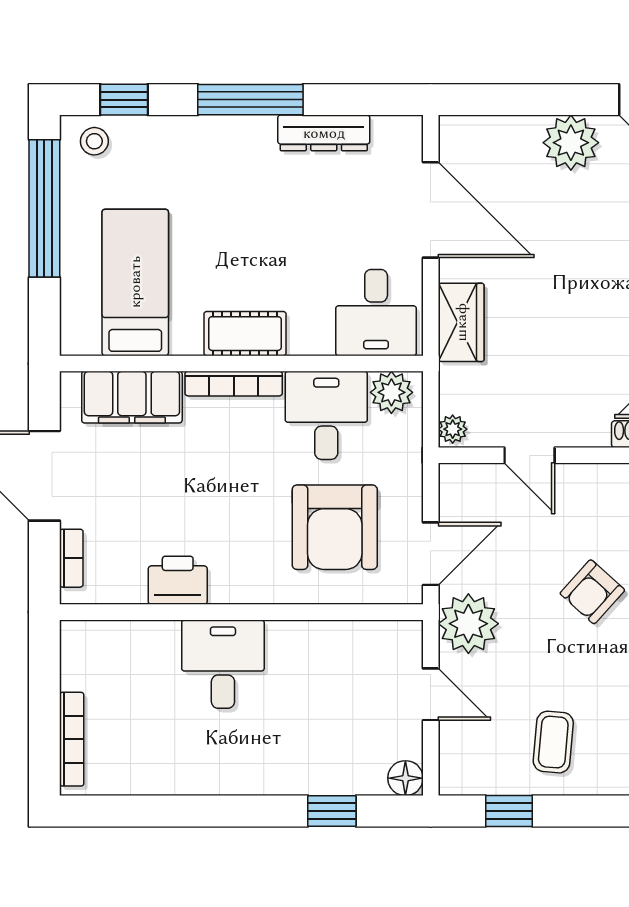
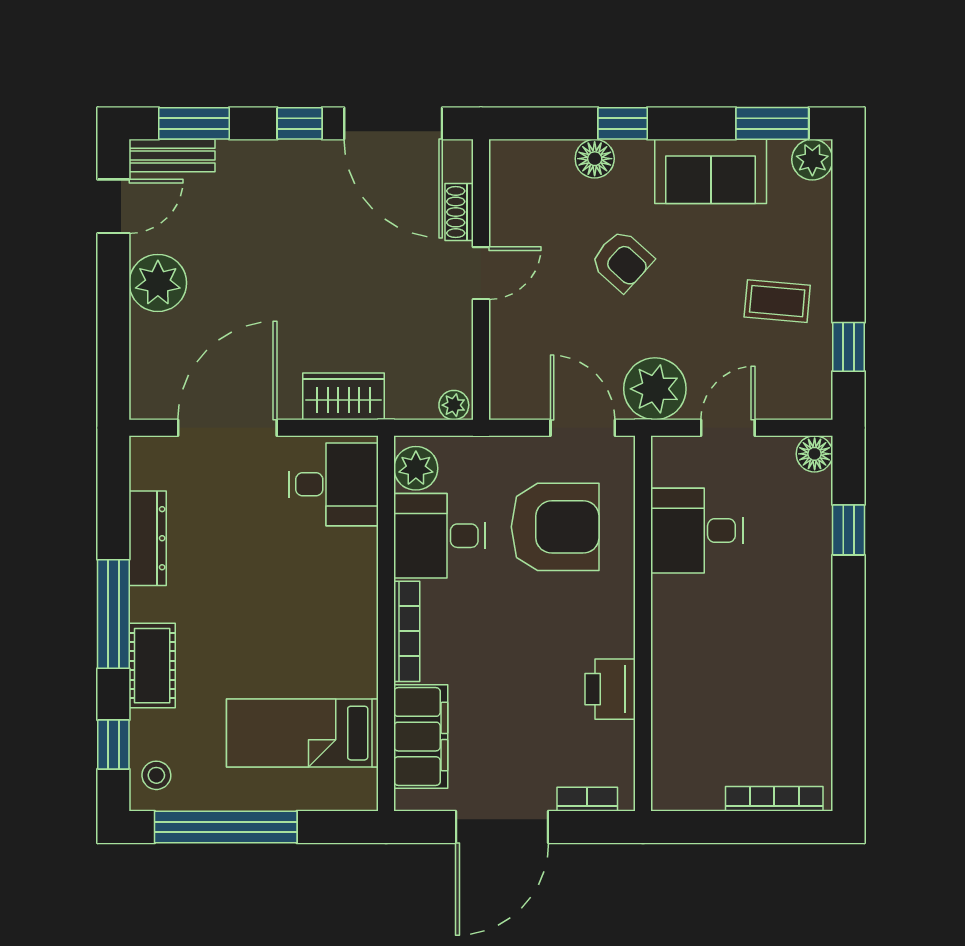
cot: (245, 334) -> (152, 666), moved
door: (530, 455) -> (481, 273), moved
desk: (223, 664) -> (697, 531), moved

